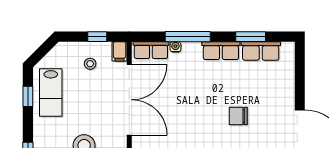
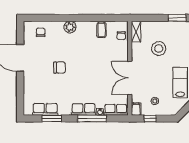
row of seats: (221, 51) -> (84, 109), moved
double door: (129, 100) -> (130, 78), width x0.73

